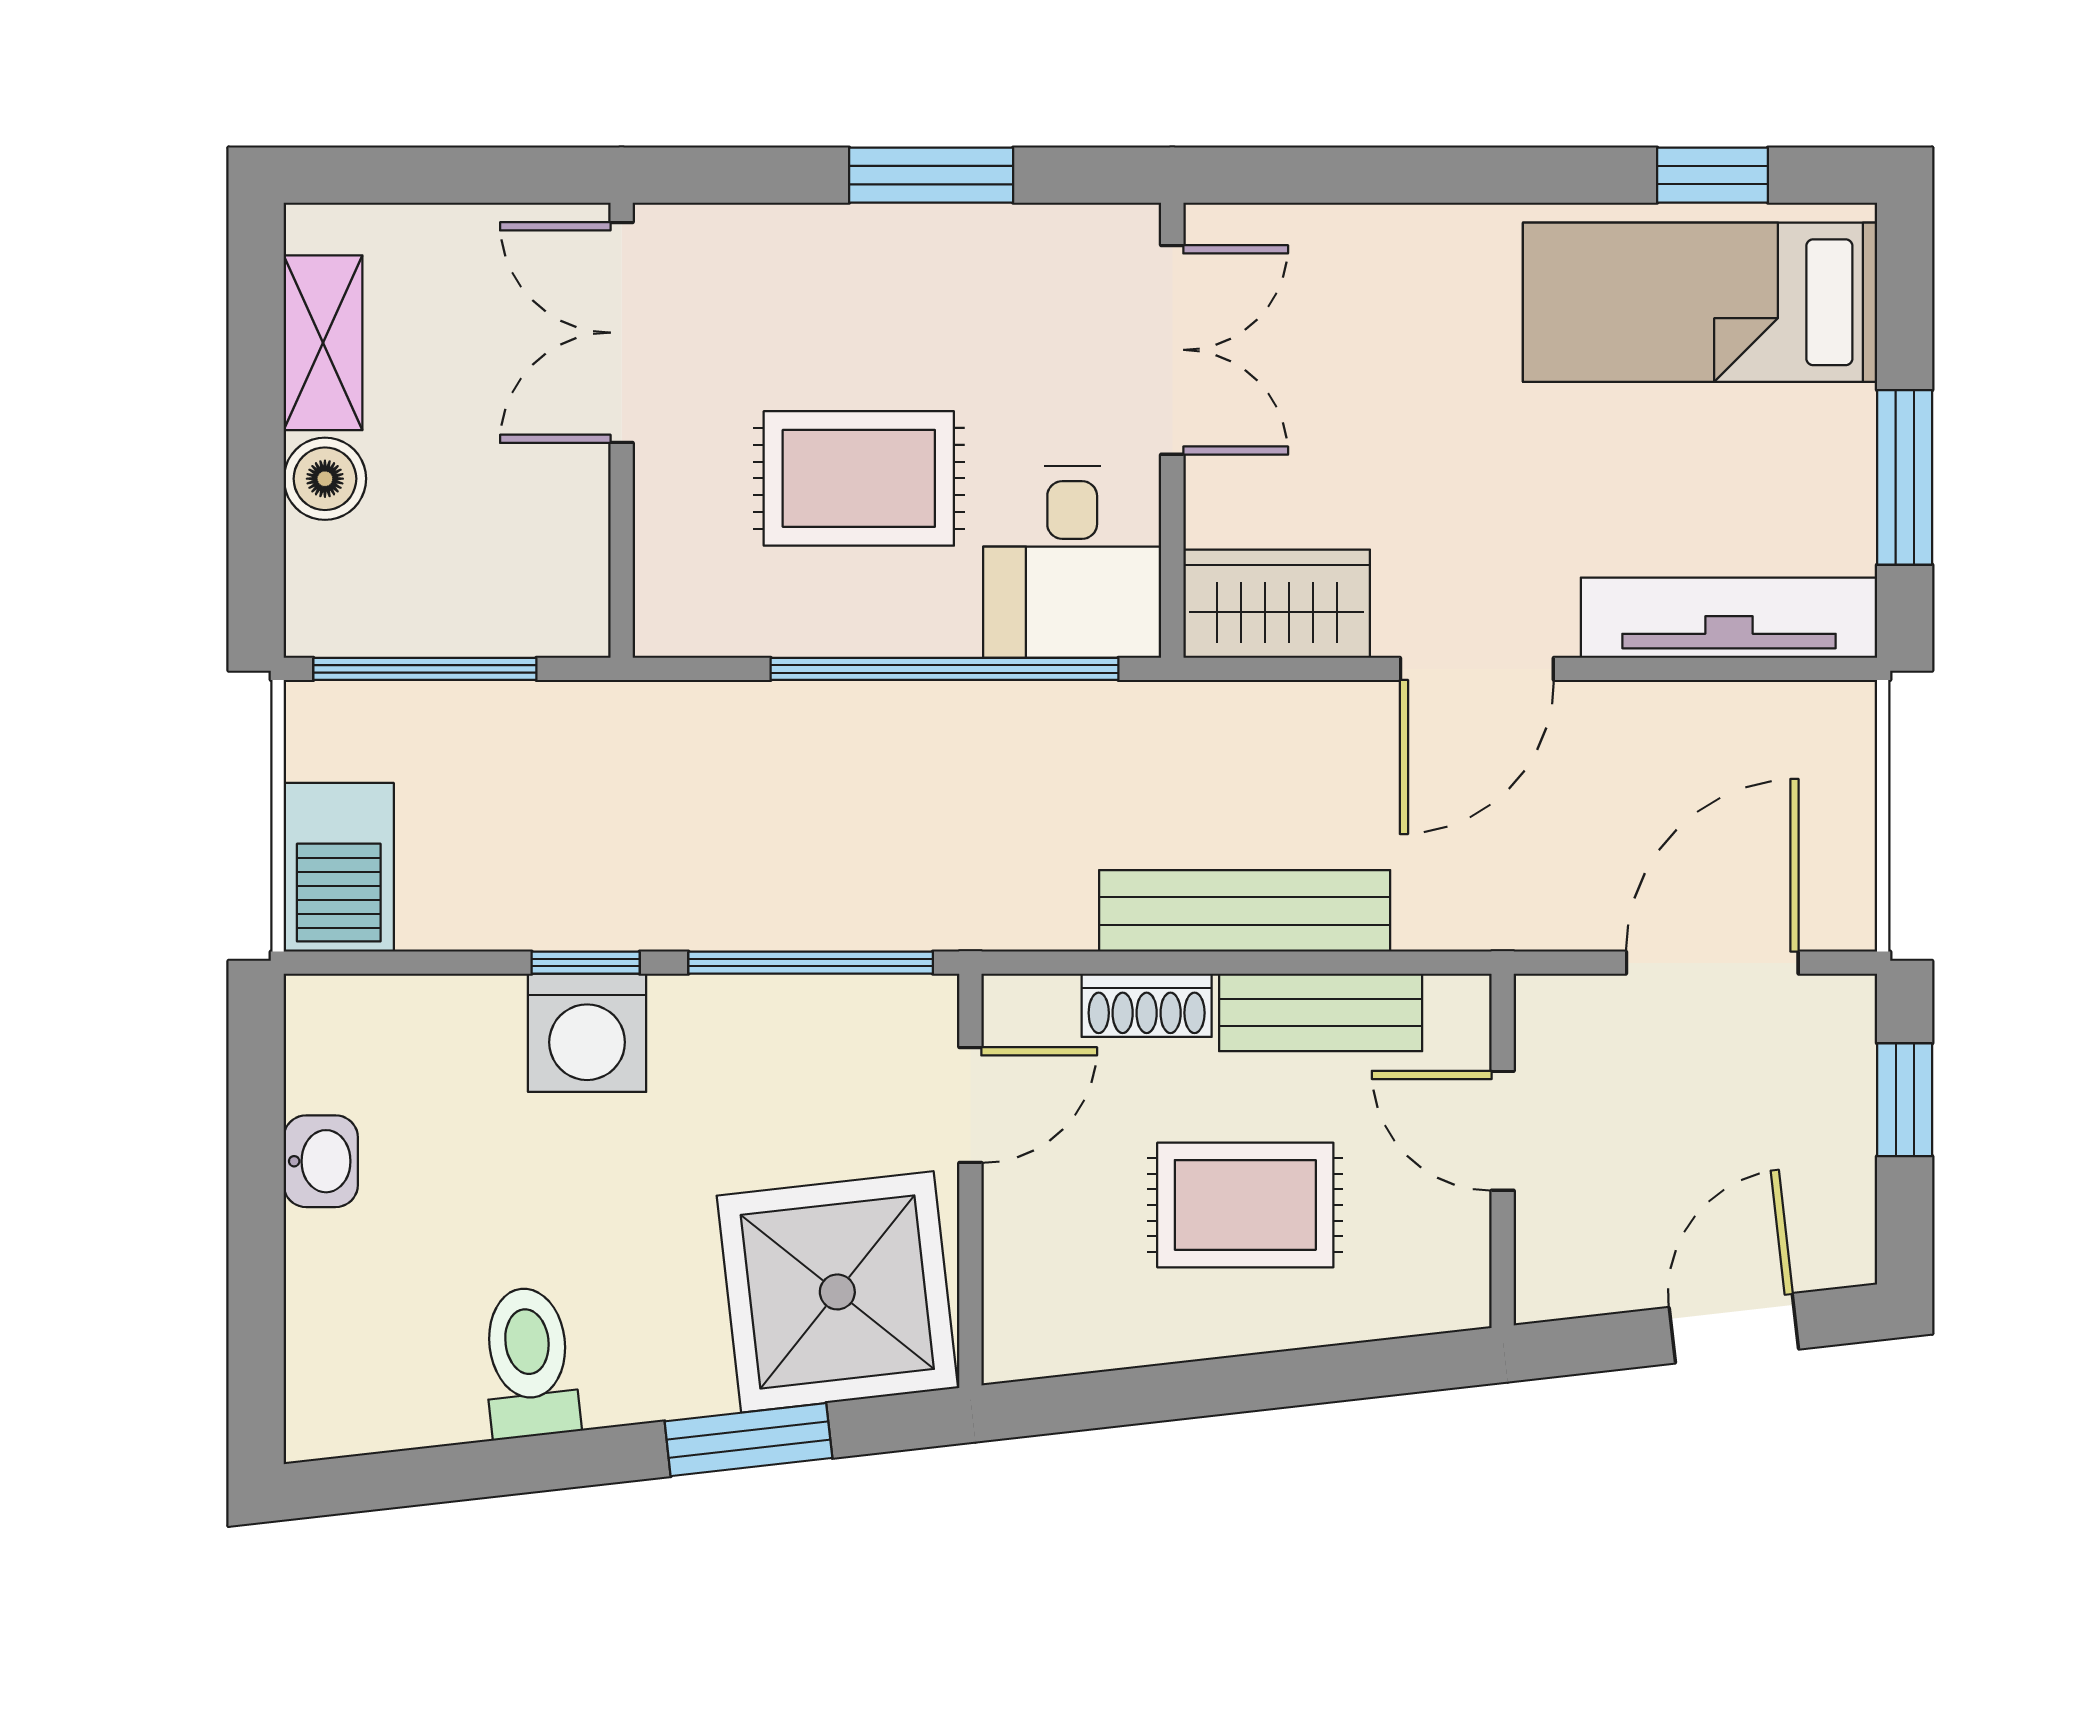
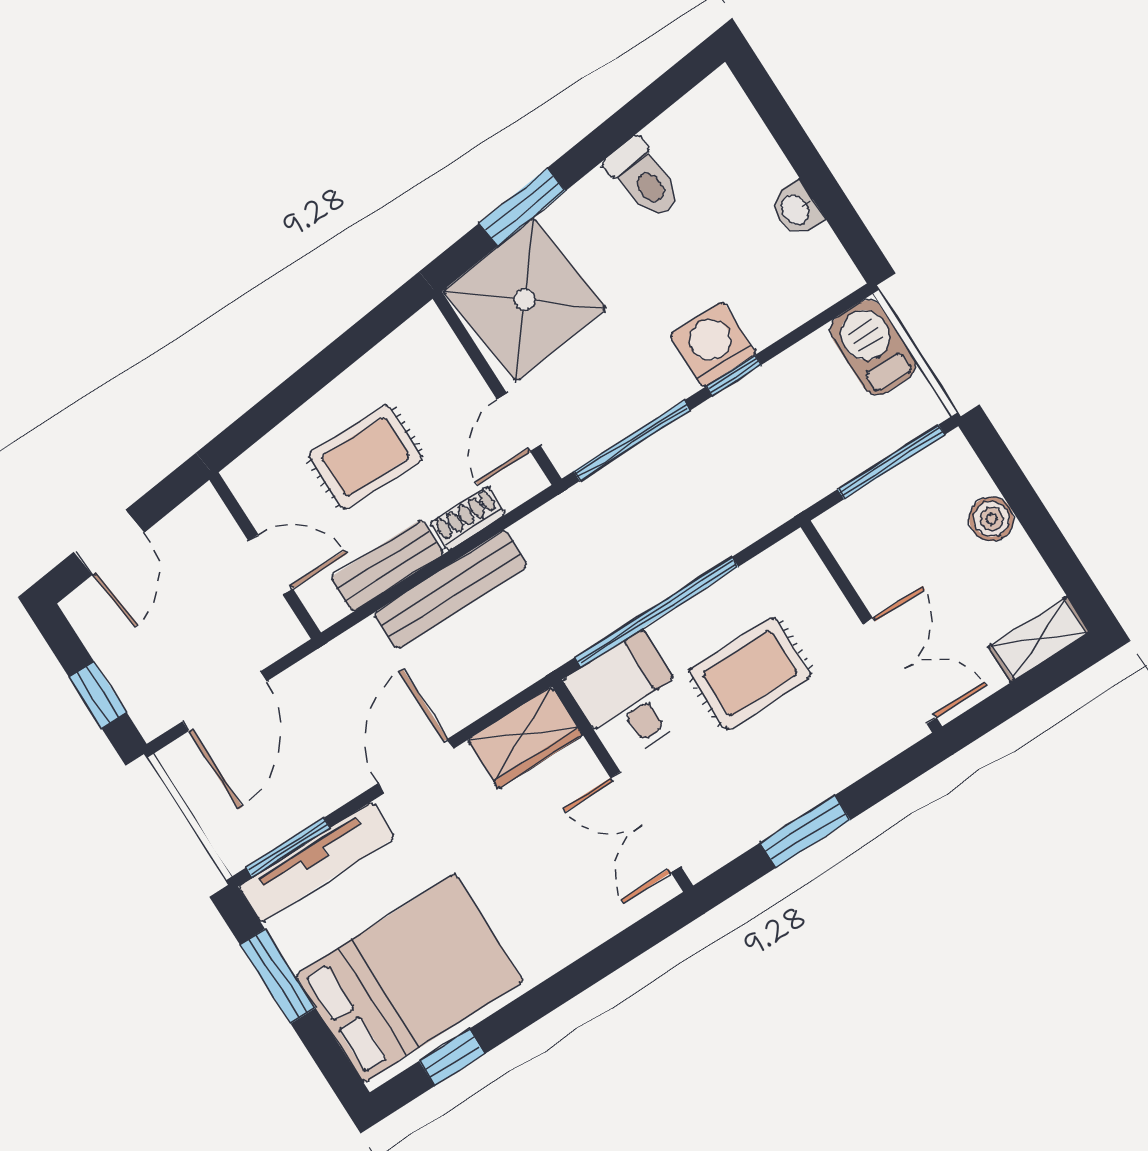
bed: (1700, 302) -> (409, 978), width x1.50
shelving: (323, 343) -> (1039, 639), moved, turned 90
window: (1760, 669) -> (288, 848), added

